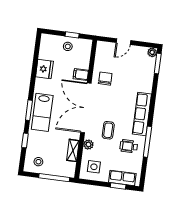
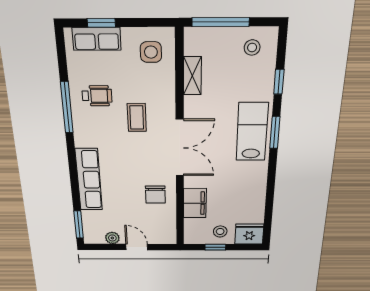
door: (123, 42) -> (137, 247), hinge flipped
plant: (152, 52) -> (112, 238), moved
fridge: (44, 69) -> (249, 234), moved, turned 90
filing cabinet: (81, 74) -> (195, 203), width x2.00
double door: (86, 108) -> (180, 148), width x0.73
row of seats: (142, 114) -> (89, 180), moved
plant: (88, 145) -> (167, 89), removed

